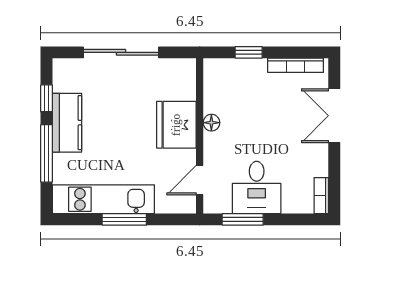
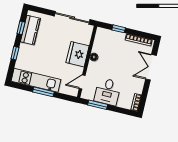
sliding door: (121, 52) -> (72, 18), moved
kitchen counter: (67, 123) -> (30, 30), moved
window: (47, 153) -> (15, 53), width x0.46

